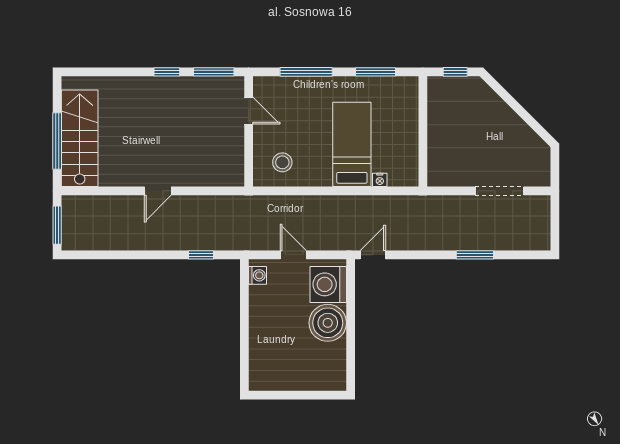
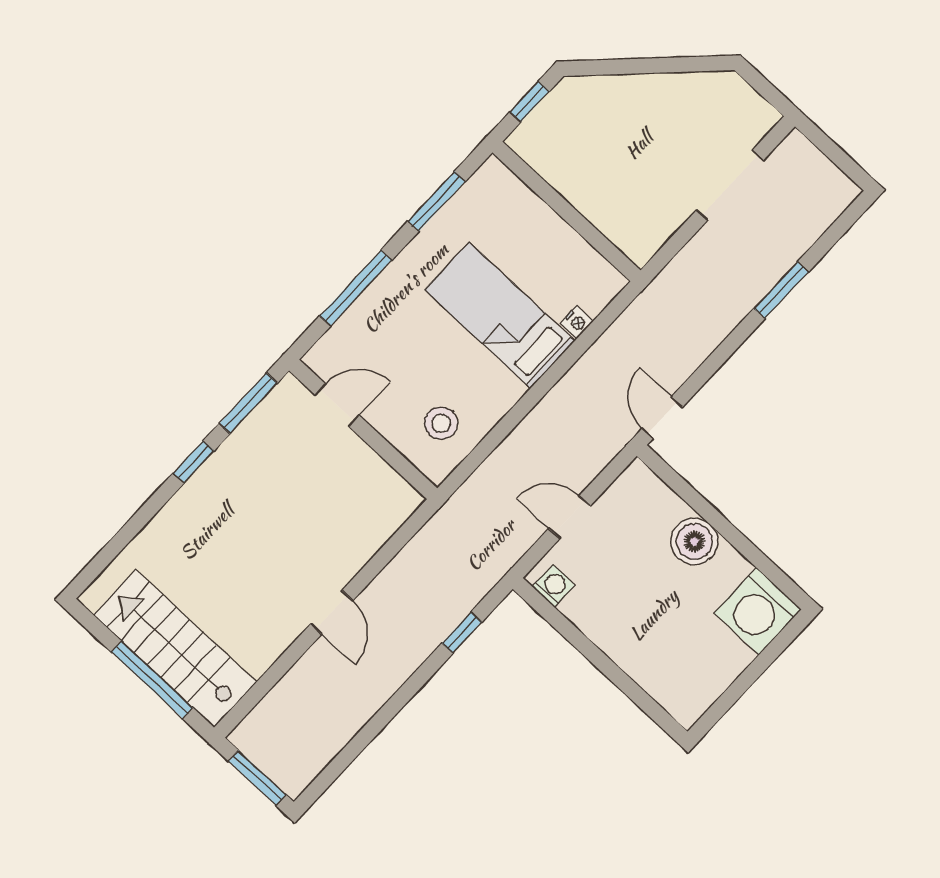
washing machine: (328, 284) -> (758, 611), moved
boiler: (328, 323) -> (694, 541), width x0.73, depth x0.73

